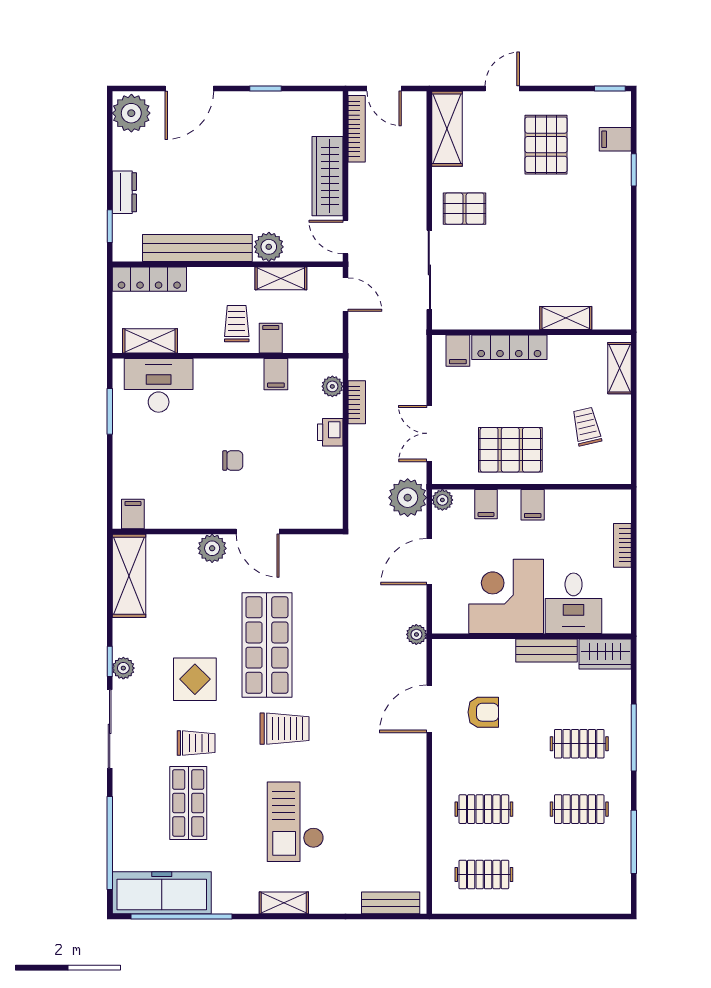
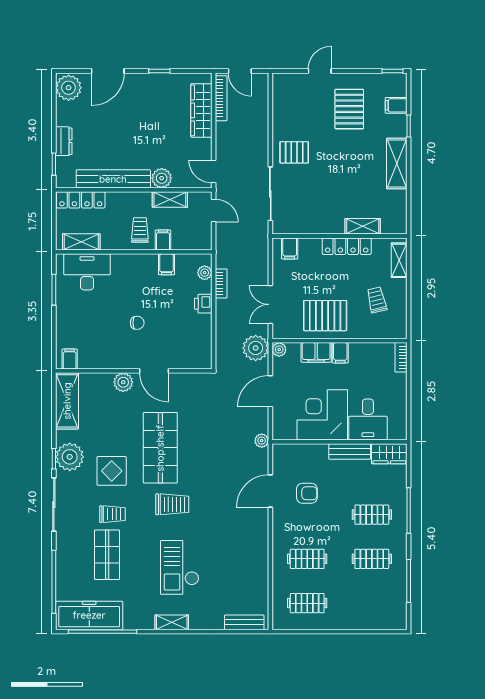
shelving: (447, 129) -> (397, 163), moved
wardrobe: (328, 176) -> (201, 110), moved
locker: (509, 347) -> (347, 246), moved
filing cabinet: (486, 504) -> (316, 352), width x2.00
bookcase: (622, 545) -> (401, 357), moved
plant: (123, 668) -> (70, 457), width x1.88, depth x1.88

